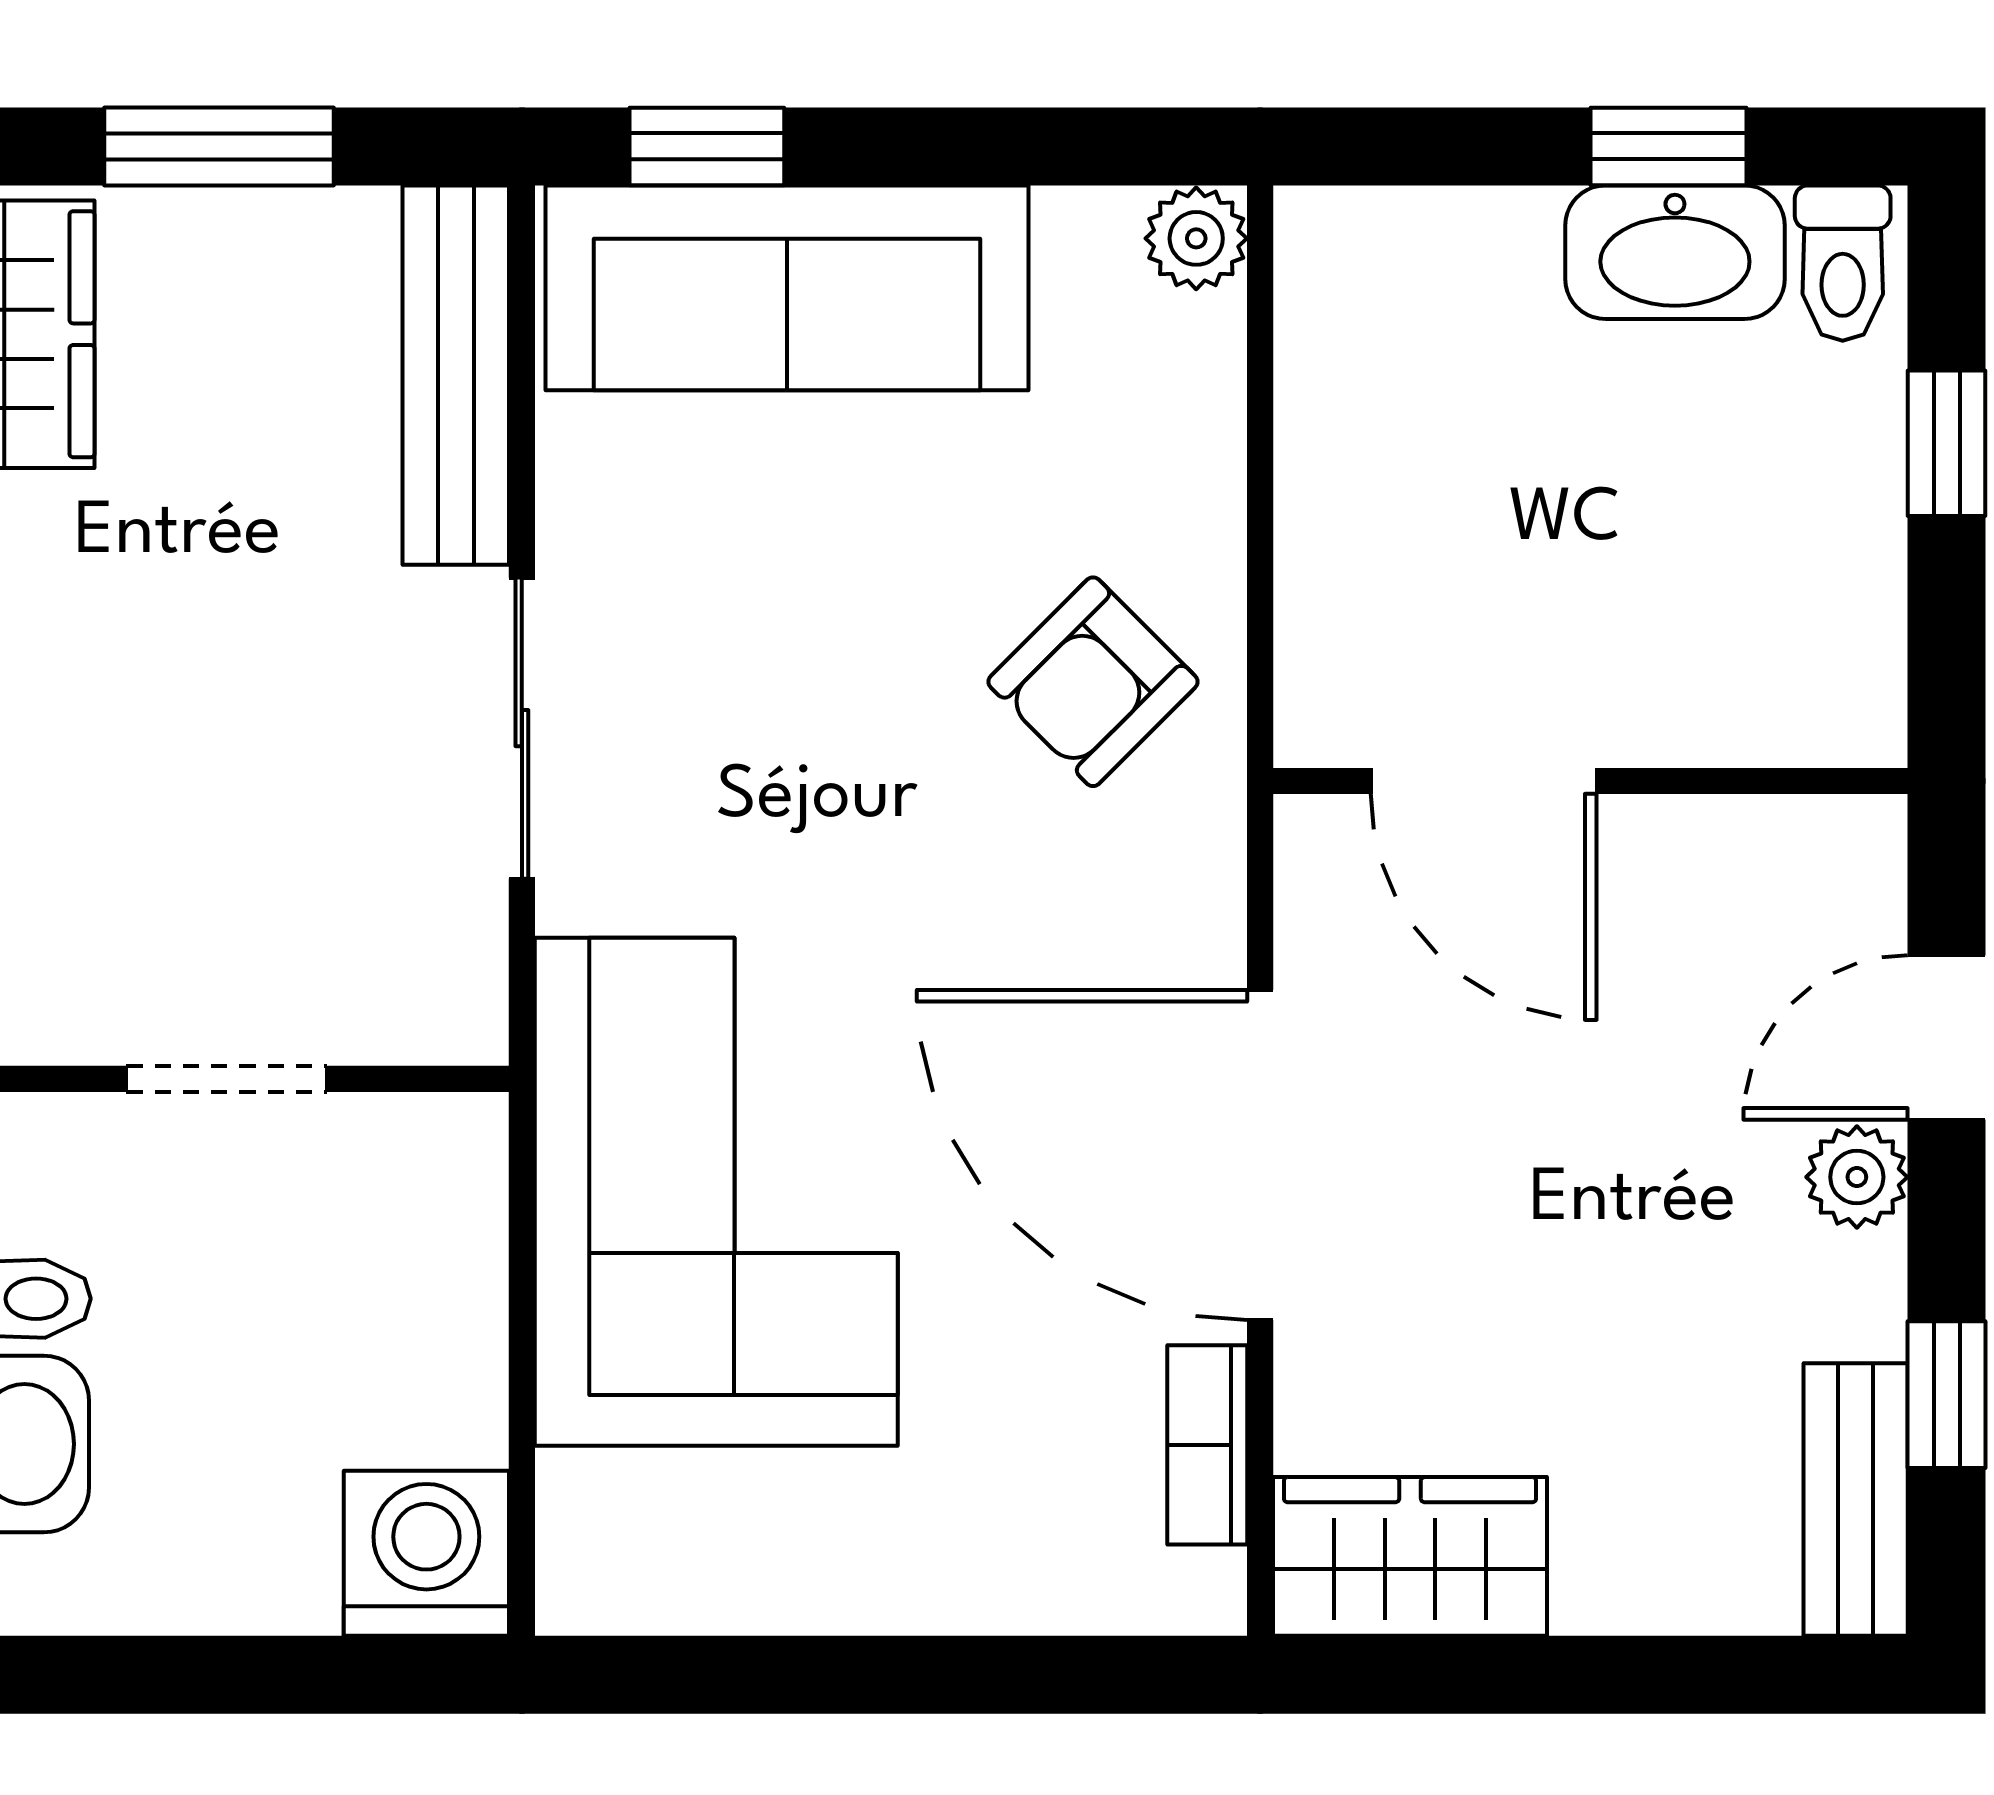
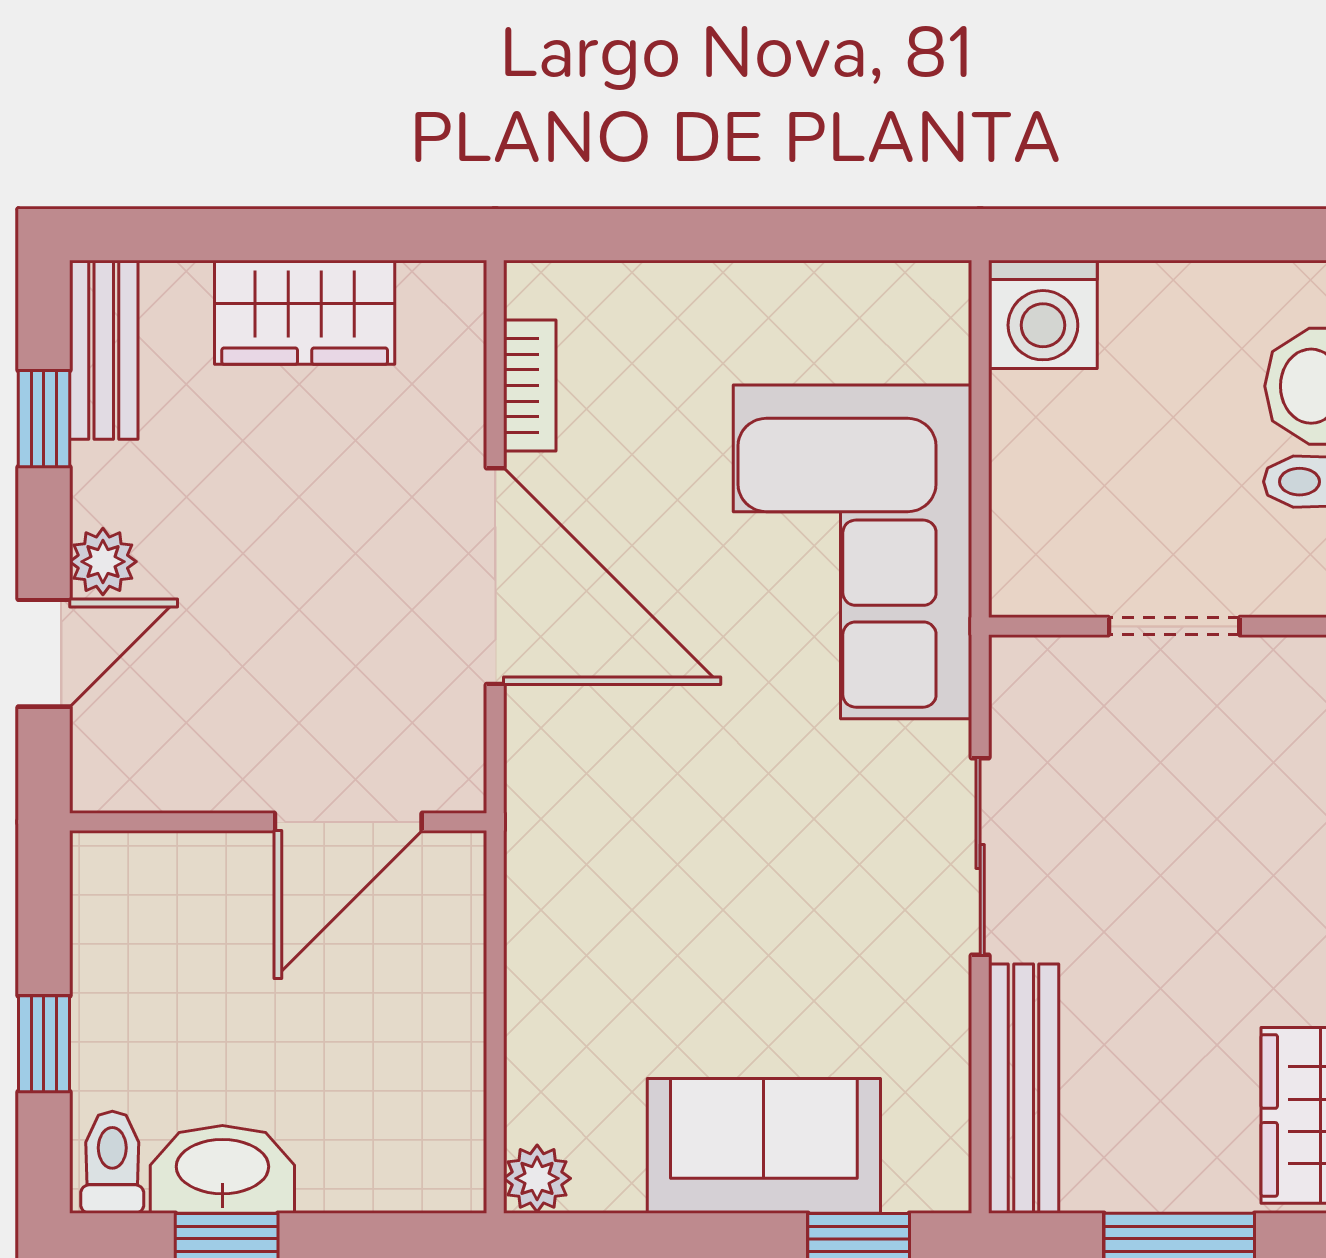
sofa: (787, 288) -> (764, 1146), width x0.73
armchair: (1093, 682) -> (605, 887), removed
door: (1484, 781) -> (348, 822), swing flipped
wardrobe: (1410, 1556) -> (305, 312), moved

